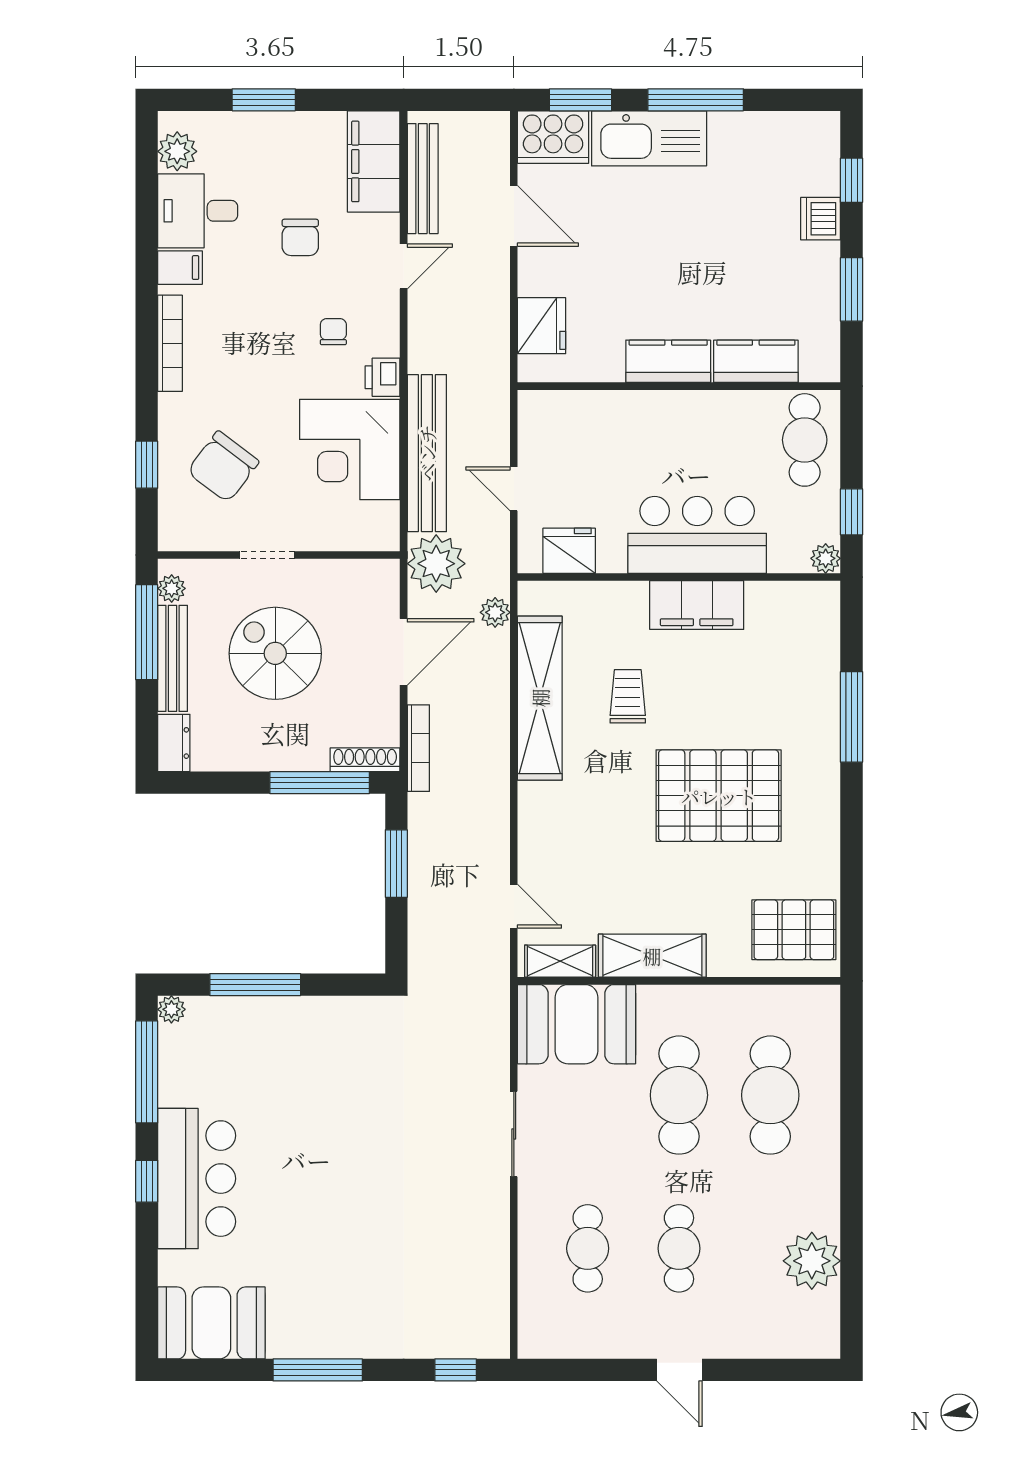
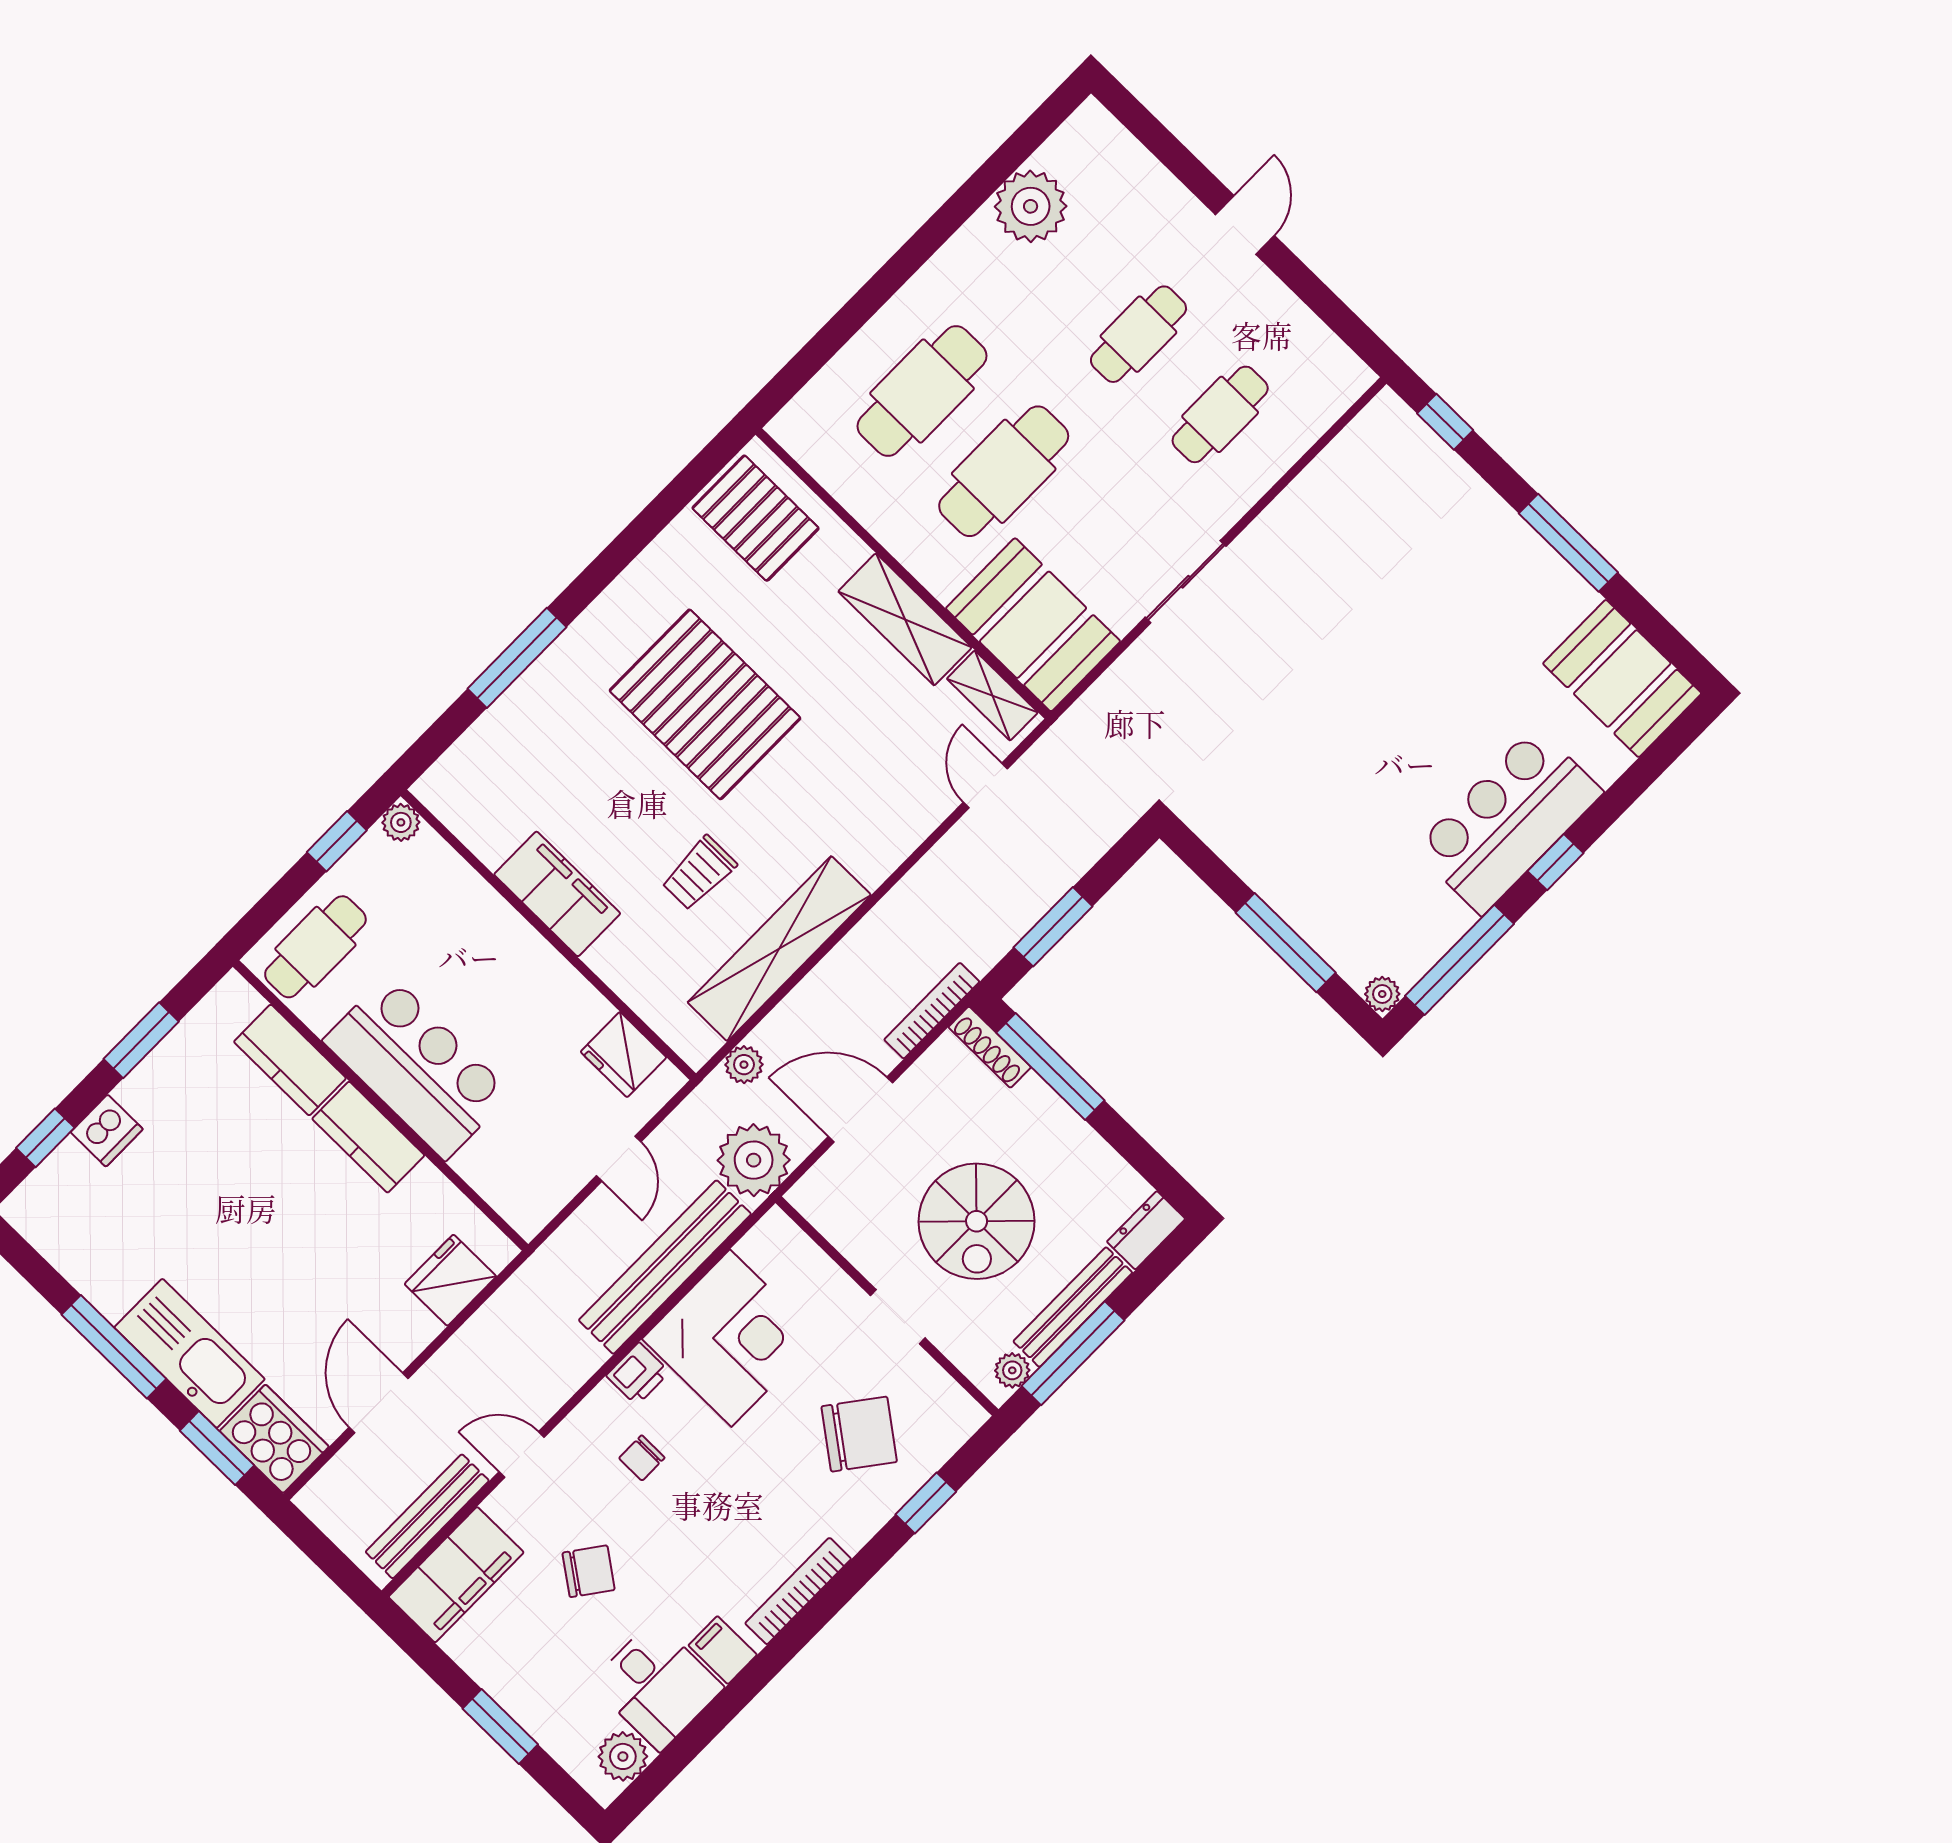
chair: (300, 237) -> (589, 1571), turned 36
bar counter: (697, 535) -> (417, 1067), moved, turned 180

